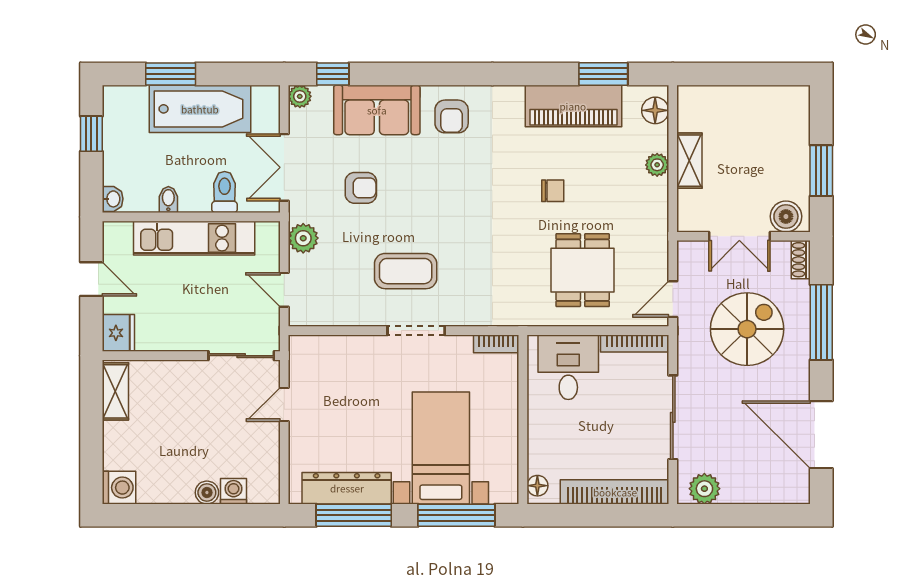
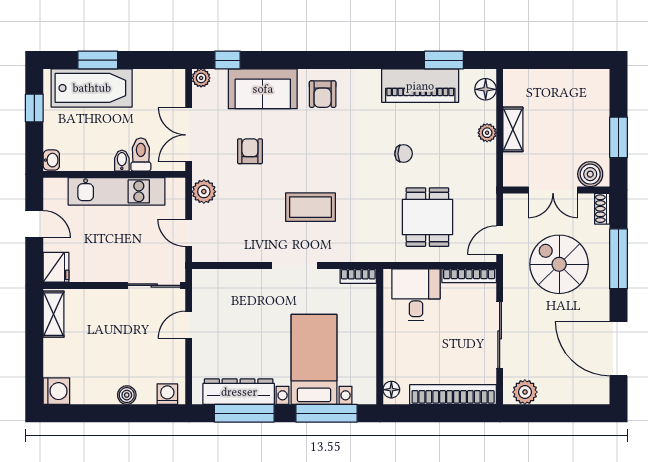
bathtub: (200, 109) -> (92, 88), moved
armchair: (361, 188) -> (250, 151), turned -90
bidet: (168, 200) -> (122, 161), moved
coffee table: (406, 271) -> (310, 207), moved
spiral stairs: (747, 329) -> (559, 264), turned -90
washing machine: (234, 491) -> (167, 394), moved

